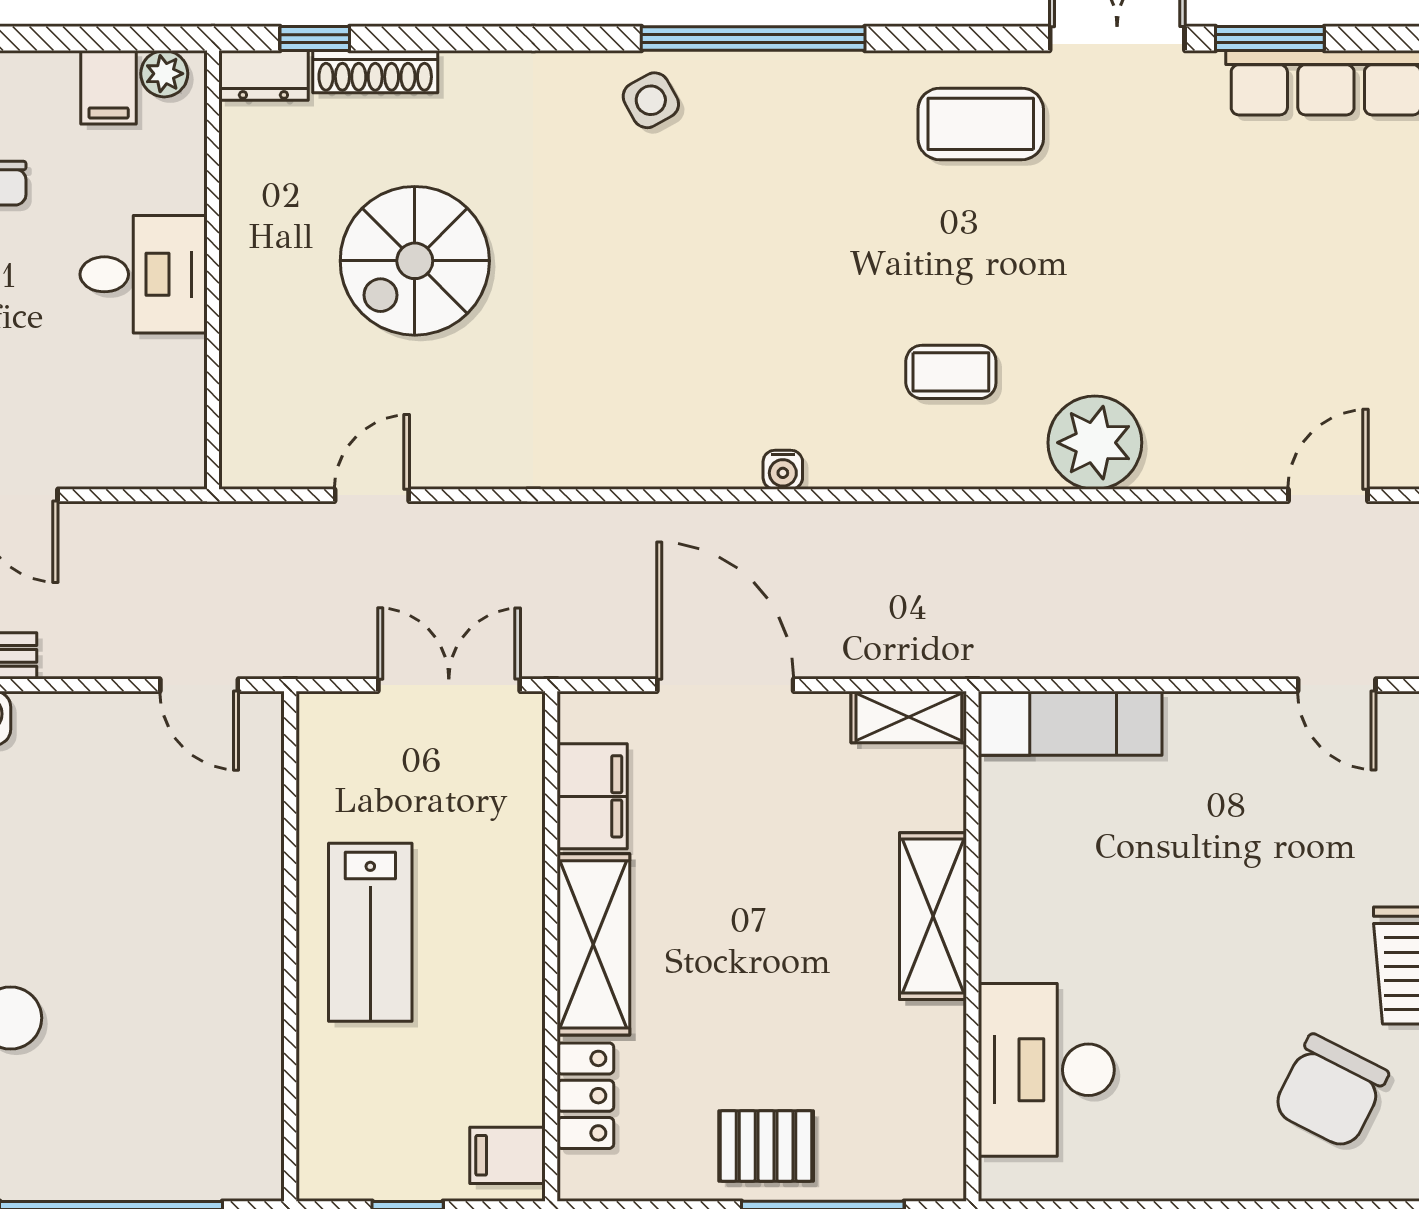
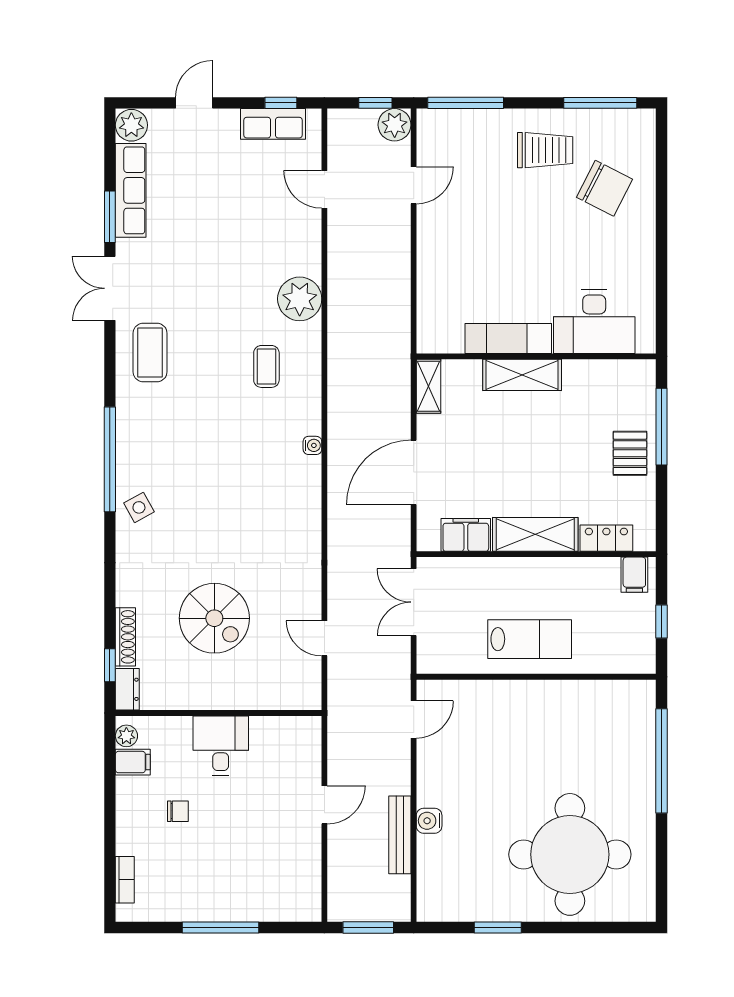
exam couch: (1070, 723) -> (508, 339), moved, turned -90

